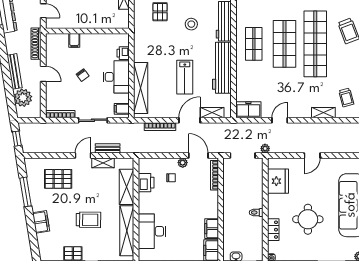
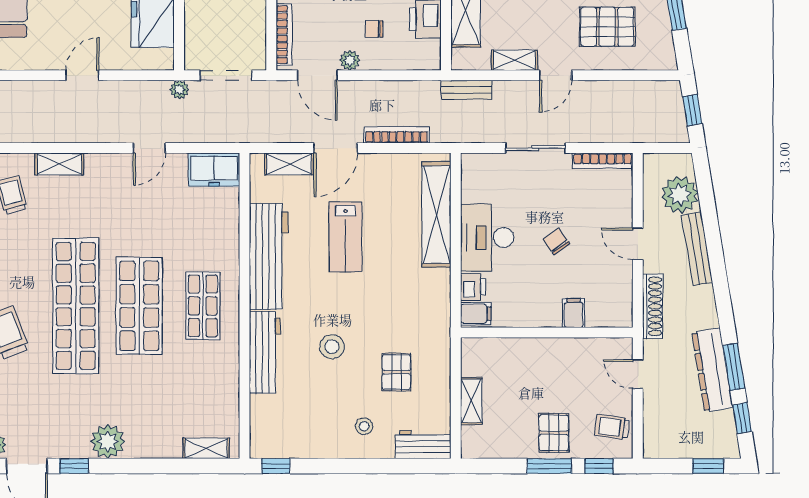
lab bench: (185, 77) -> (345, 237), turned 180
filing cabinet: (122, 109) -> (476, 314), moved
bench: (108, 148) -> (467, 90), moved

